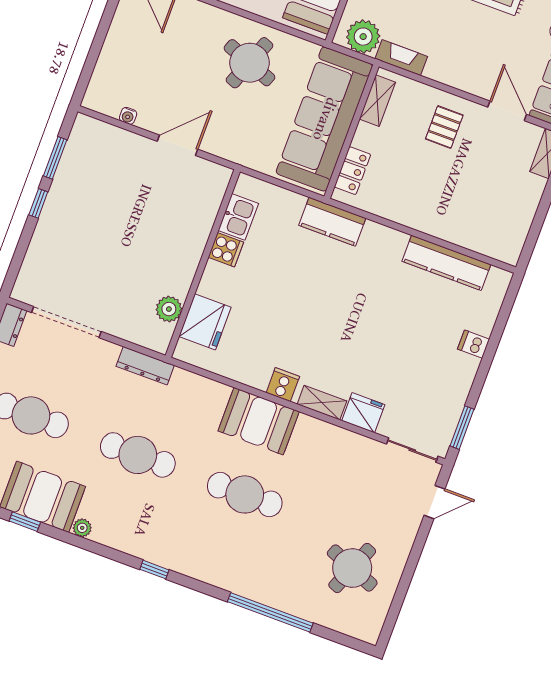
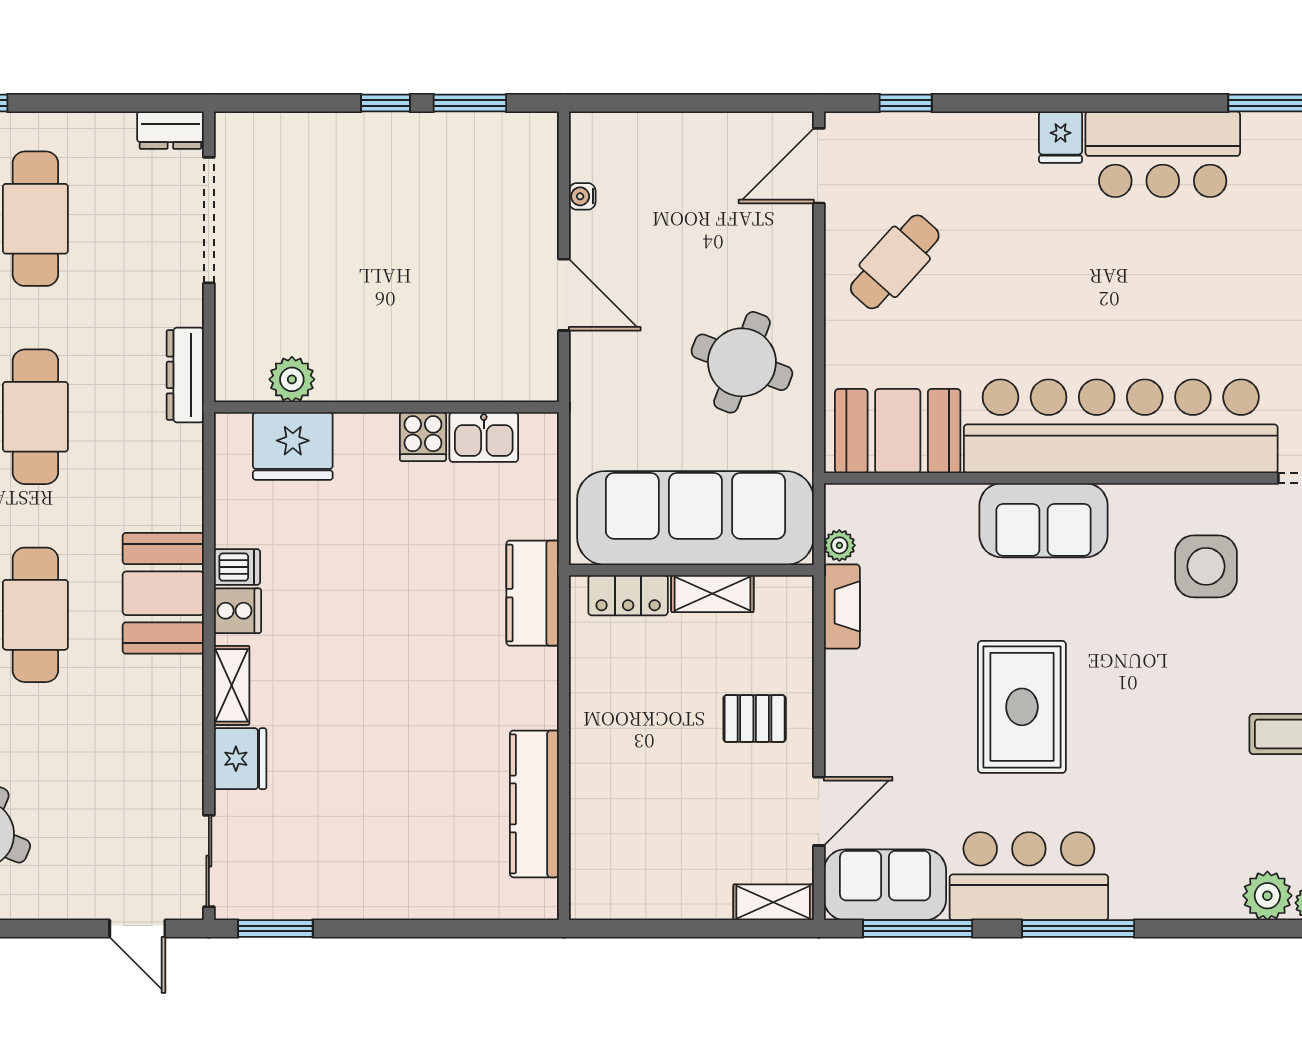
plant: (363, 37) -> (839, 545), width x0.53, depth x0.53
shelving: (377, 101) -> (712, 594), moved
dishwasher: (474, 344) -> (237, 567), moved, turned 90

